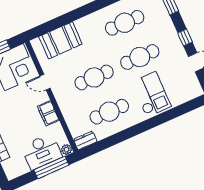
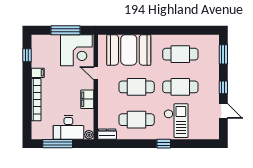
booth: (61, 40) -> (129, 50), width x1.36, depth x1.42
window: (149, 124) -> (164, 144), added
window: (51, 167) -> (58, 144), moved

